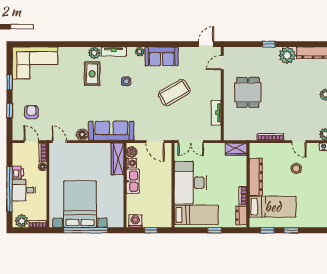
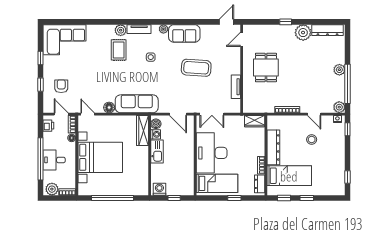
coffee table: (174, 93) -> (196, 68), turned 34
printer: (18, 172) -> (48, 126), moved
bed with nightstands: (80, 204) -> (100, 157), moved, turned 90

